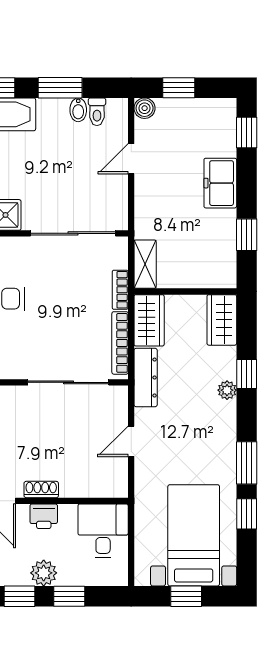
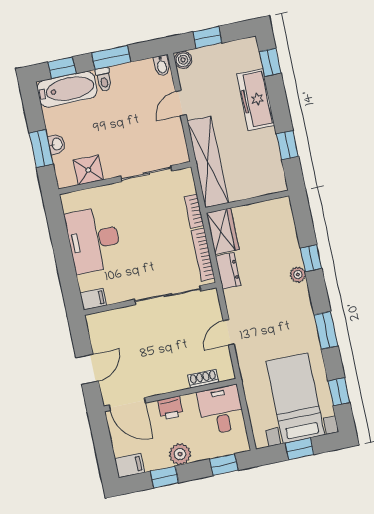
bidet: (78, 110) -> (162, 66), moved
toilet: (97, 112) -> (104, 79), moved
freezer: (220, 183) -> (256, 100), width x1.40
sliding door: (73, 233) -> (146, 174), width x0.73
shelving: (145, 264) -> (208, 162), width x2.20, depth x1.33
wardrobe: (222, 320) -> (282, 218), removed
dresser: (146, 378) -> (228, 271), width x0.70
shoe rack: (41, 490) -> (203, 379), moved
window: (247, 514) -> (339, 392), moved
window: (69, 596) -> (224, 465), moved

